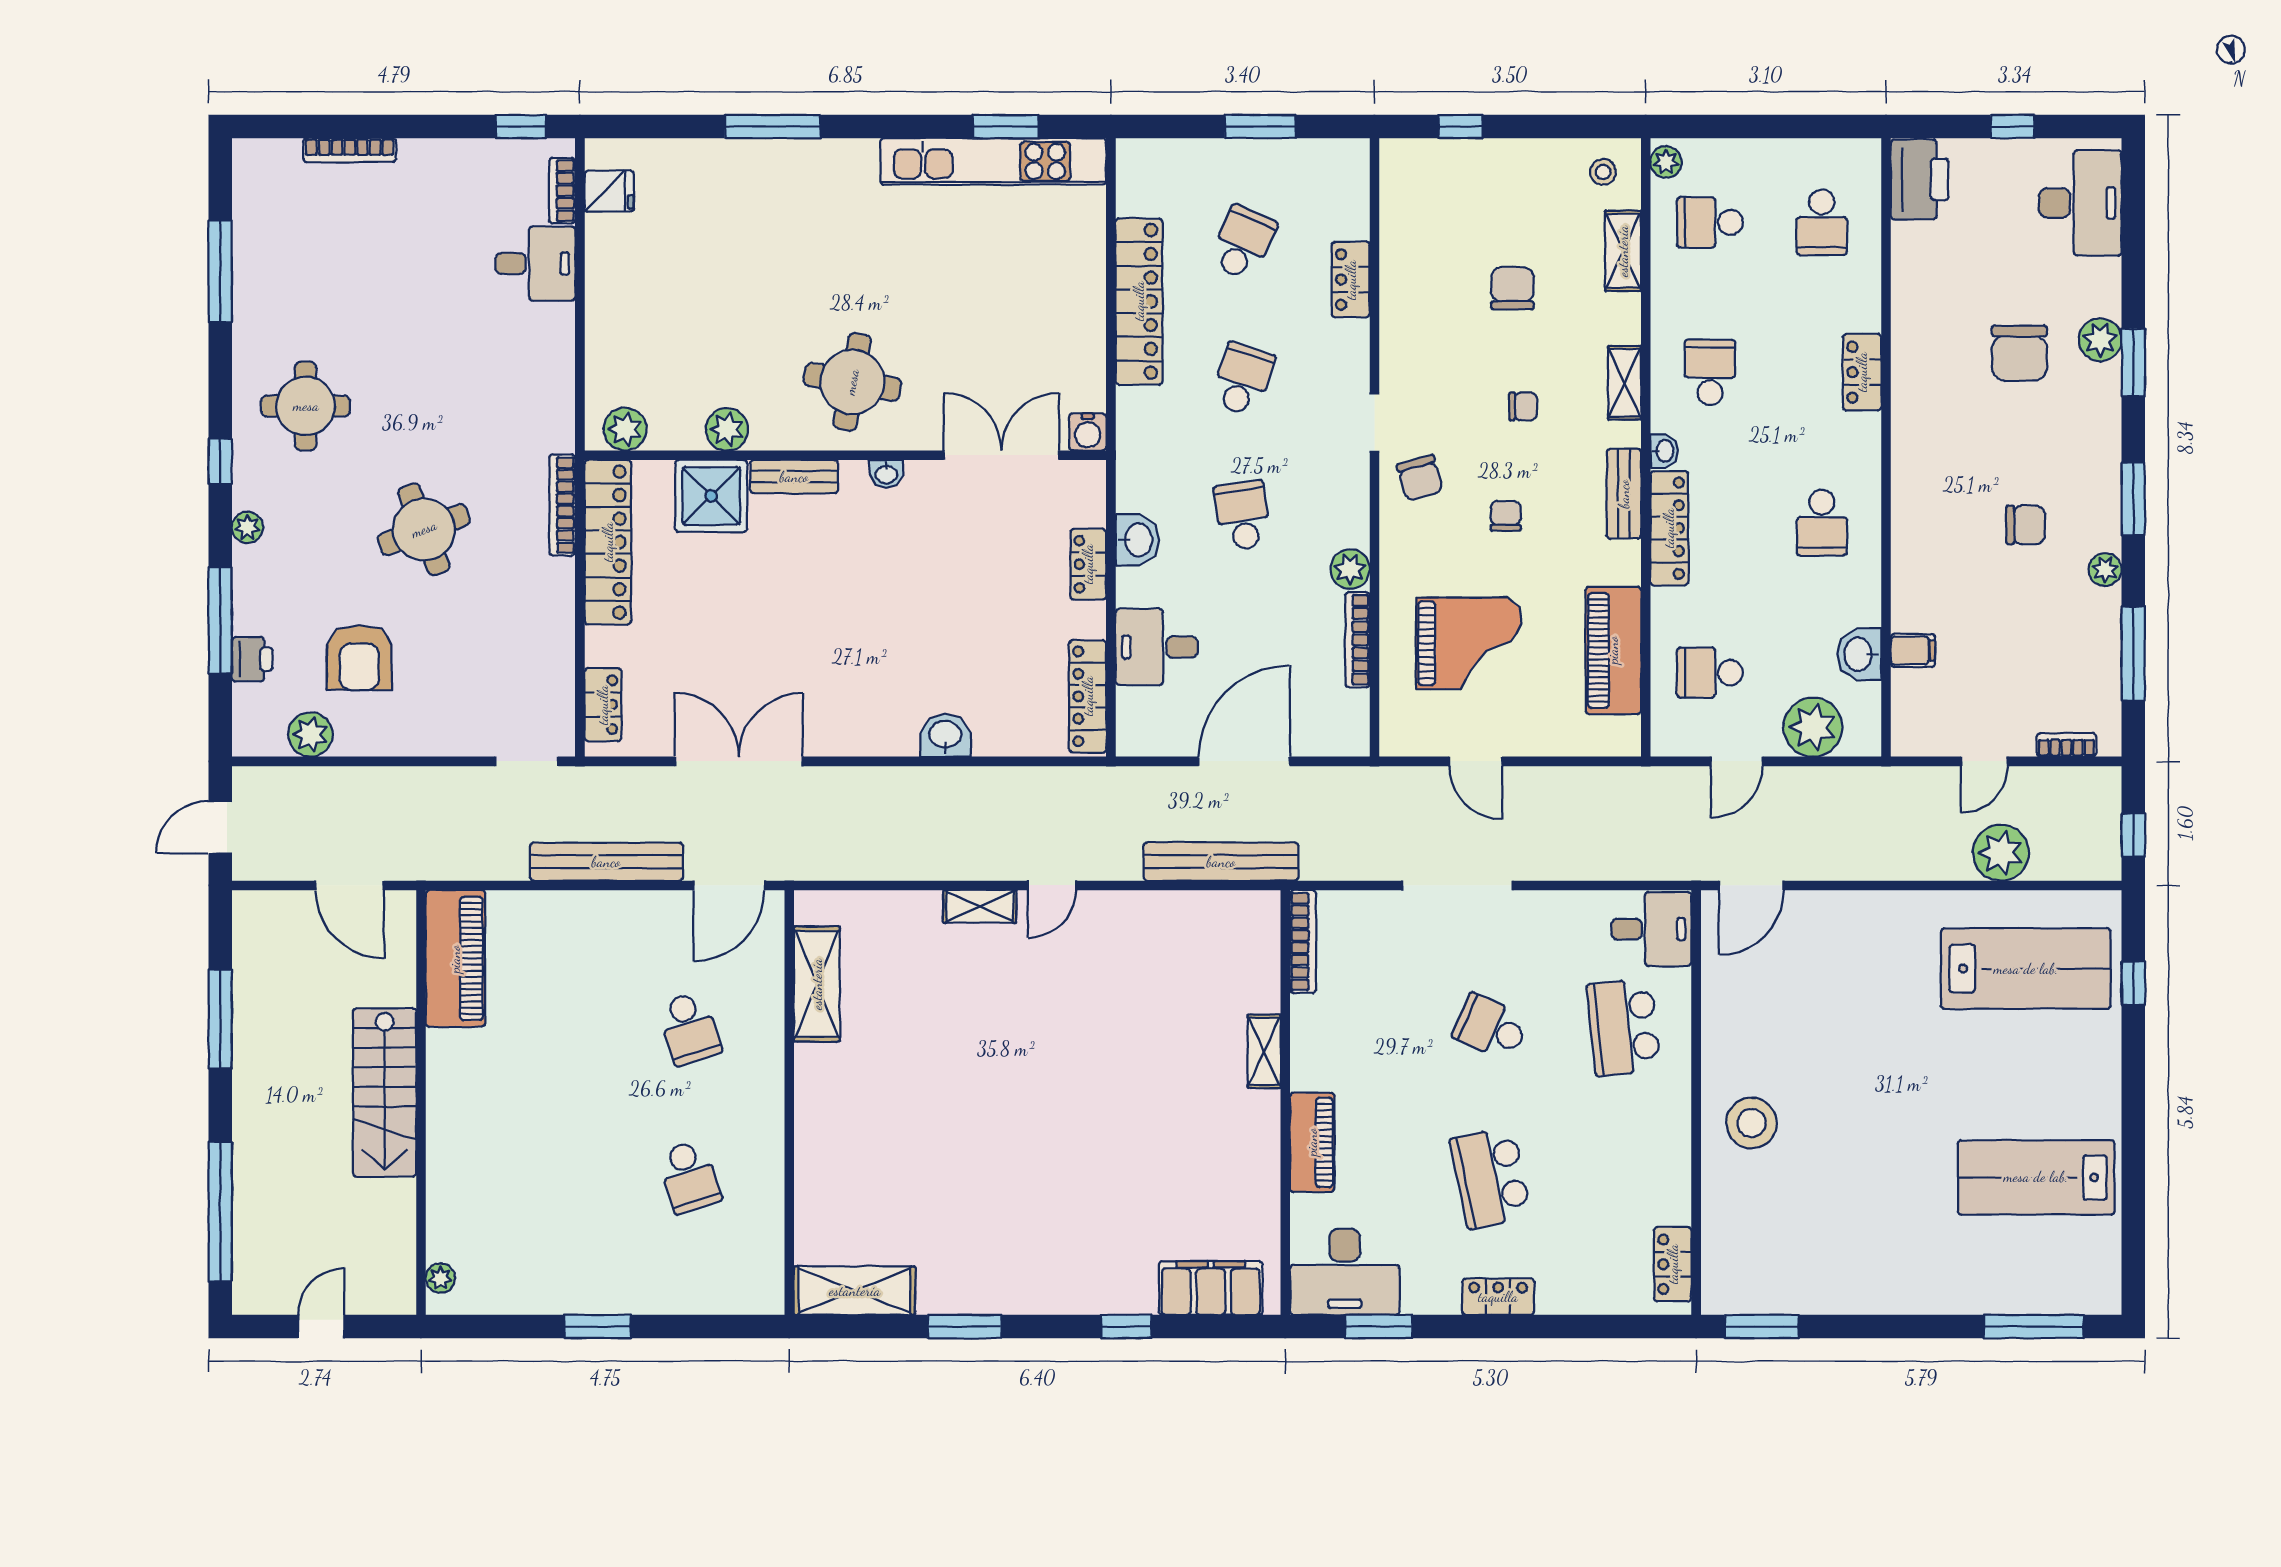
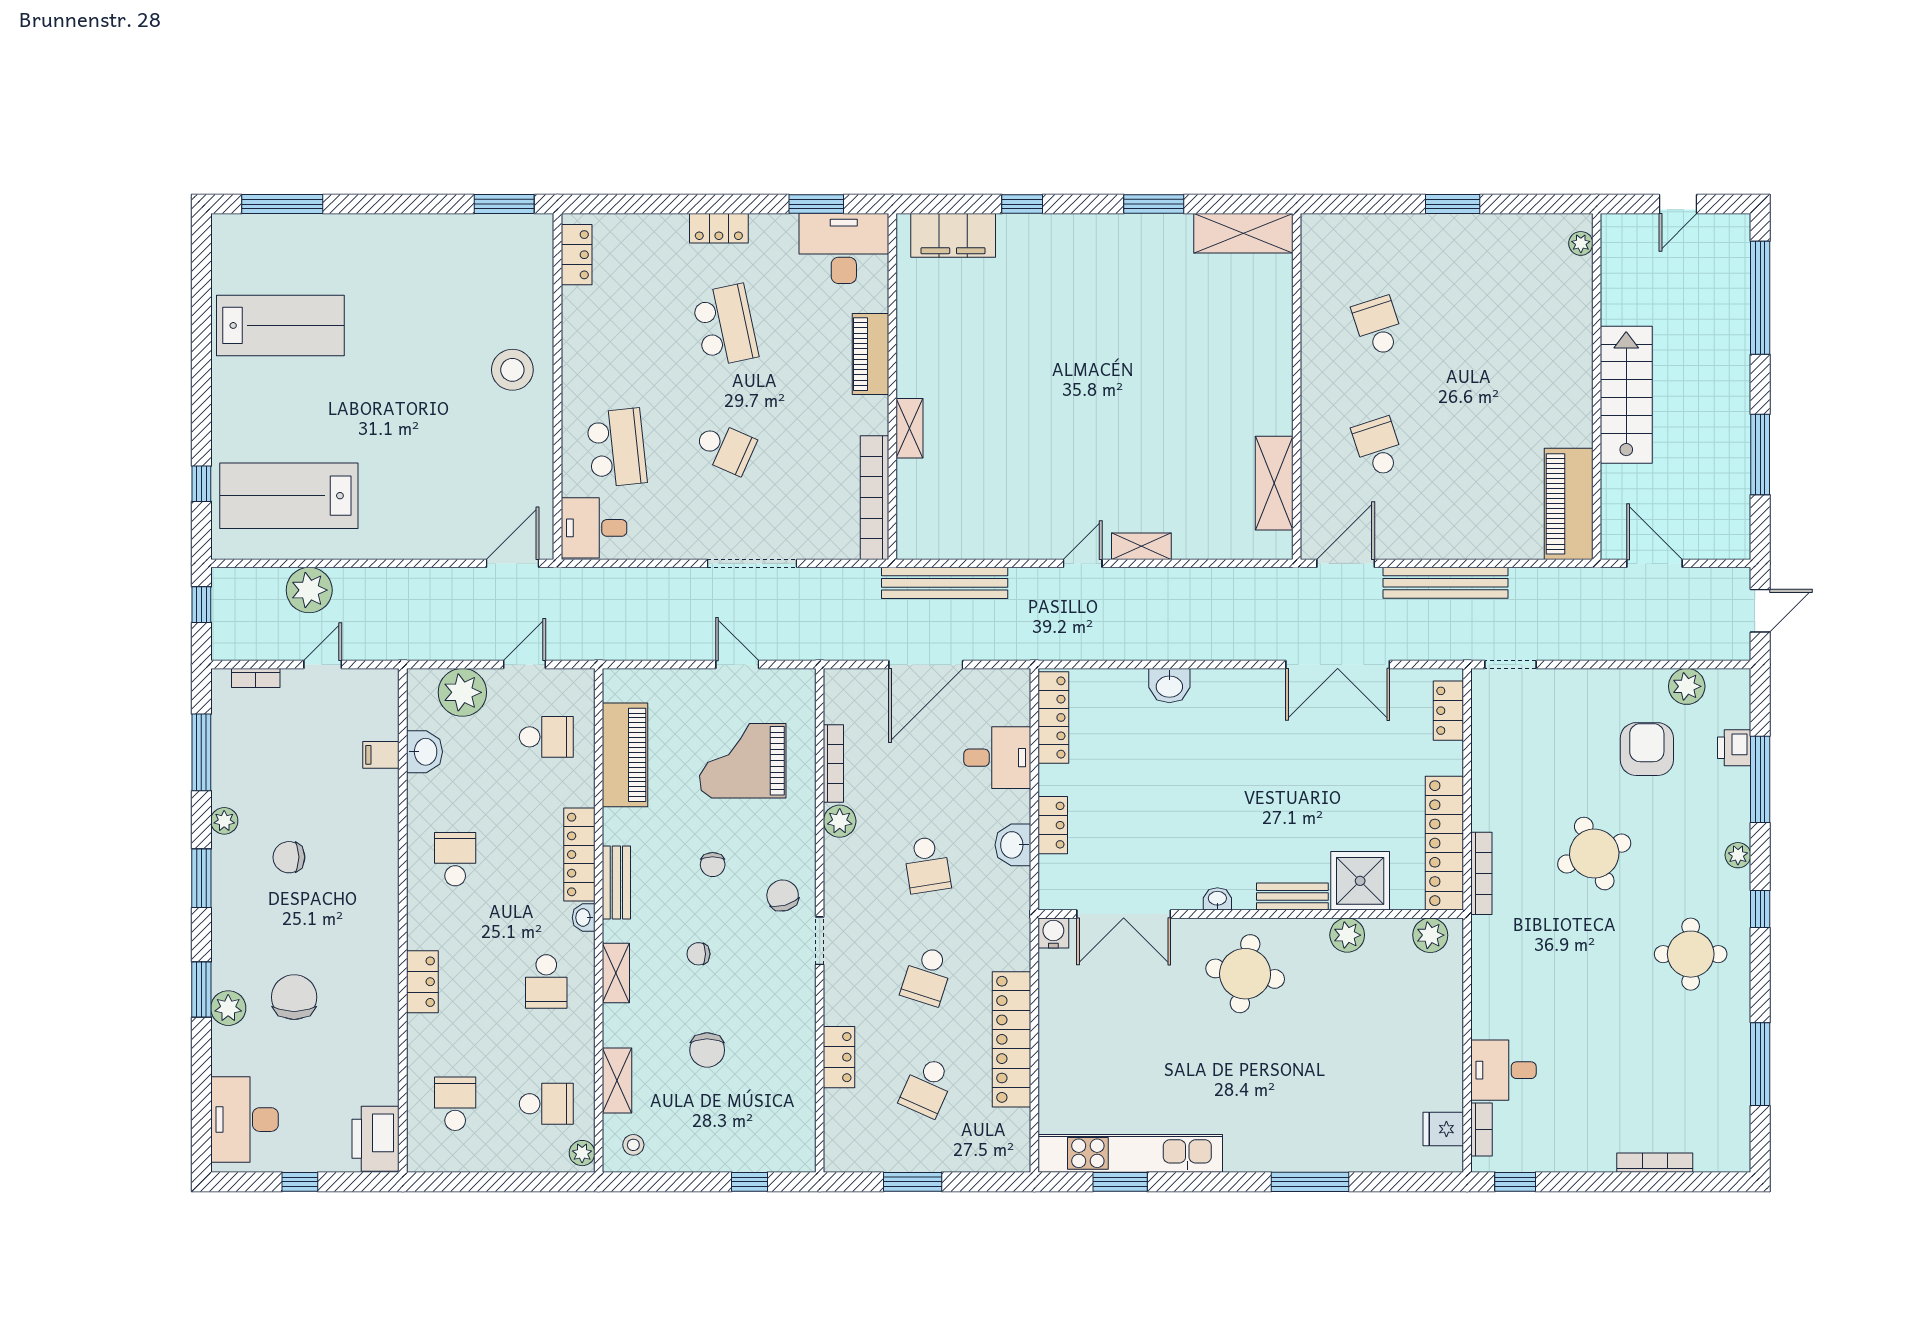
bookcase: (1303, 942) -> (874, 498), width x1.48, depth x1.31

